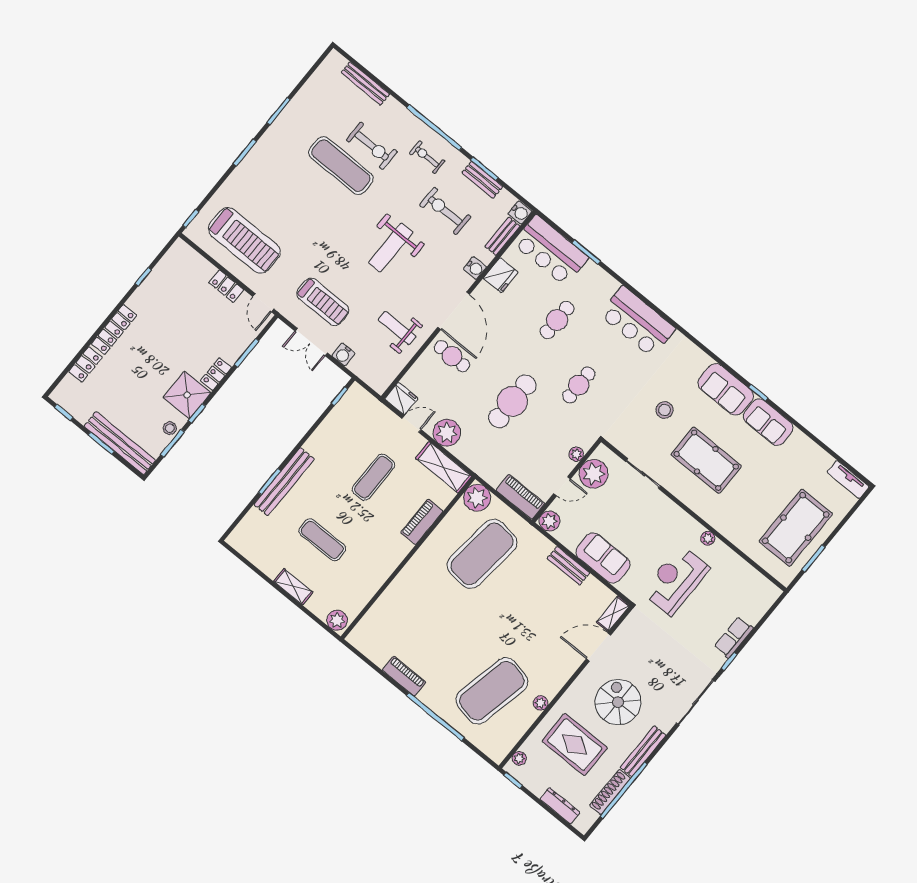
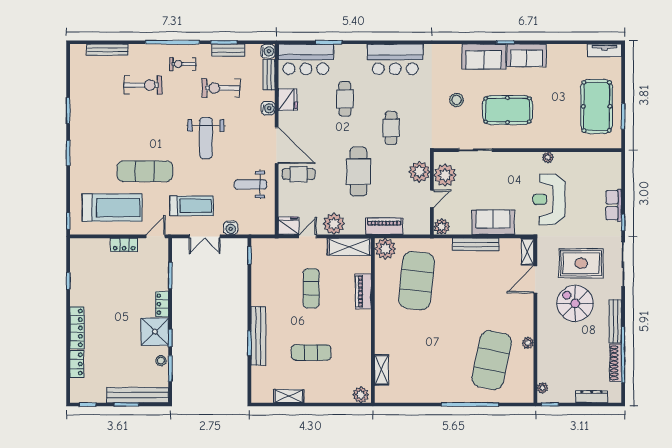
exercise mat: (341, 166) -> (145, 171), moved
door: (263, 303) -> (155, 236), swing flipped
plant: (576, 454) -> (419, 172), width x1.88, depth x1.88
piano: (520, 497) -> (384, 226), moved
bench: (568, 566) -> (476, 244), width x1.36
shelving: (293, 587) -> (289, 396), moved
shelving: (377, 613) -> (382, 370), added
piano: (404, 676) -> (430, 395), removed
rug: (575, 745) -> (581, 263), moved

